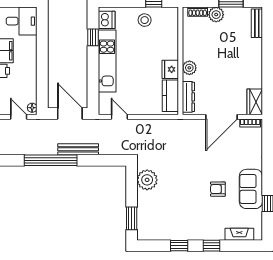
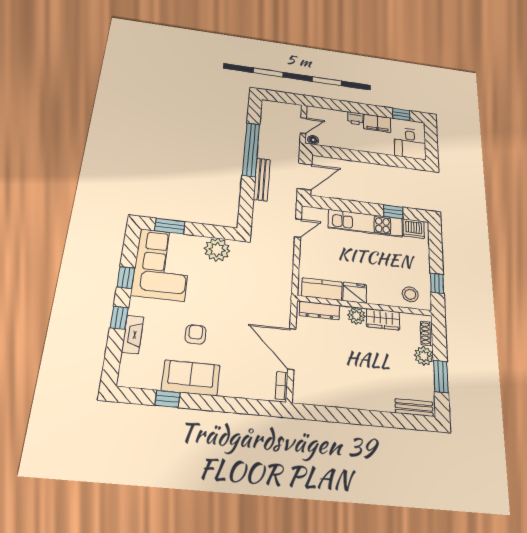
stool: (145, 20) -> (410, 294), moved
wardrobe: (255, 102) -> (383, 319), moved, turned 180
corner sofa: (165, 220) -> (162, 265), added
fireplace: (239, 234) -> (133, 334), moved

